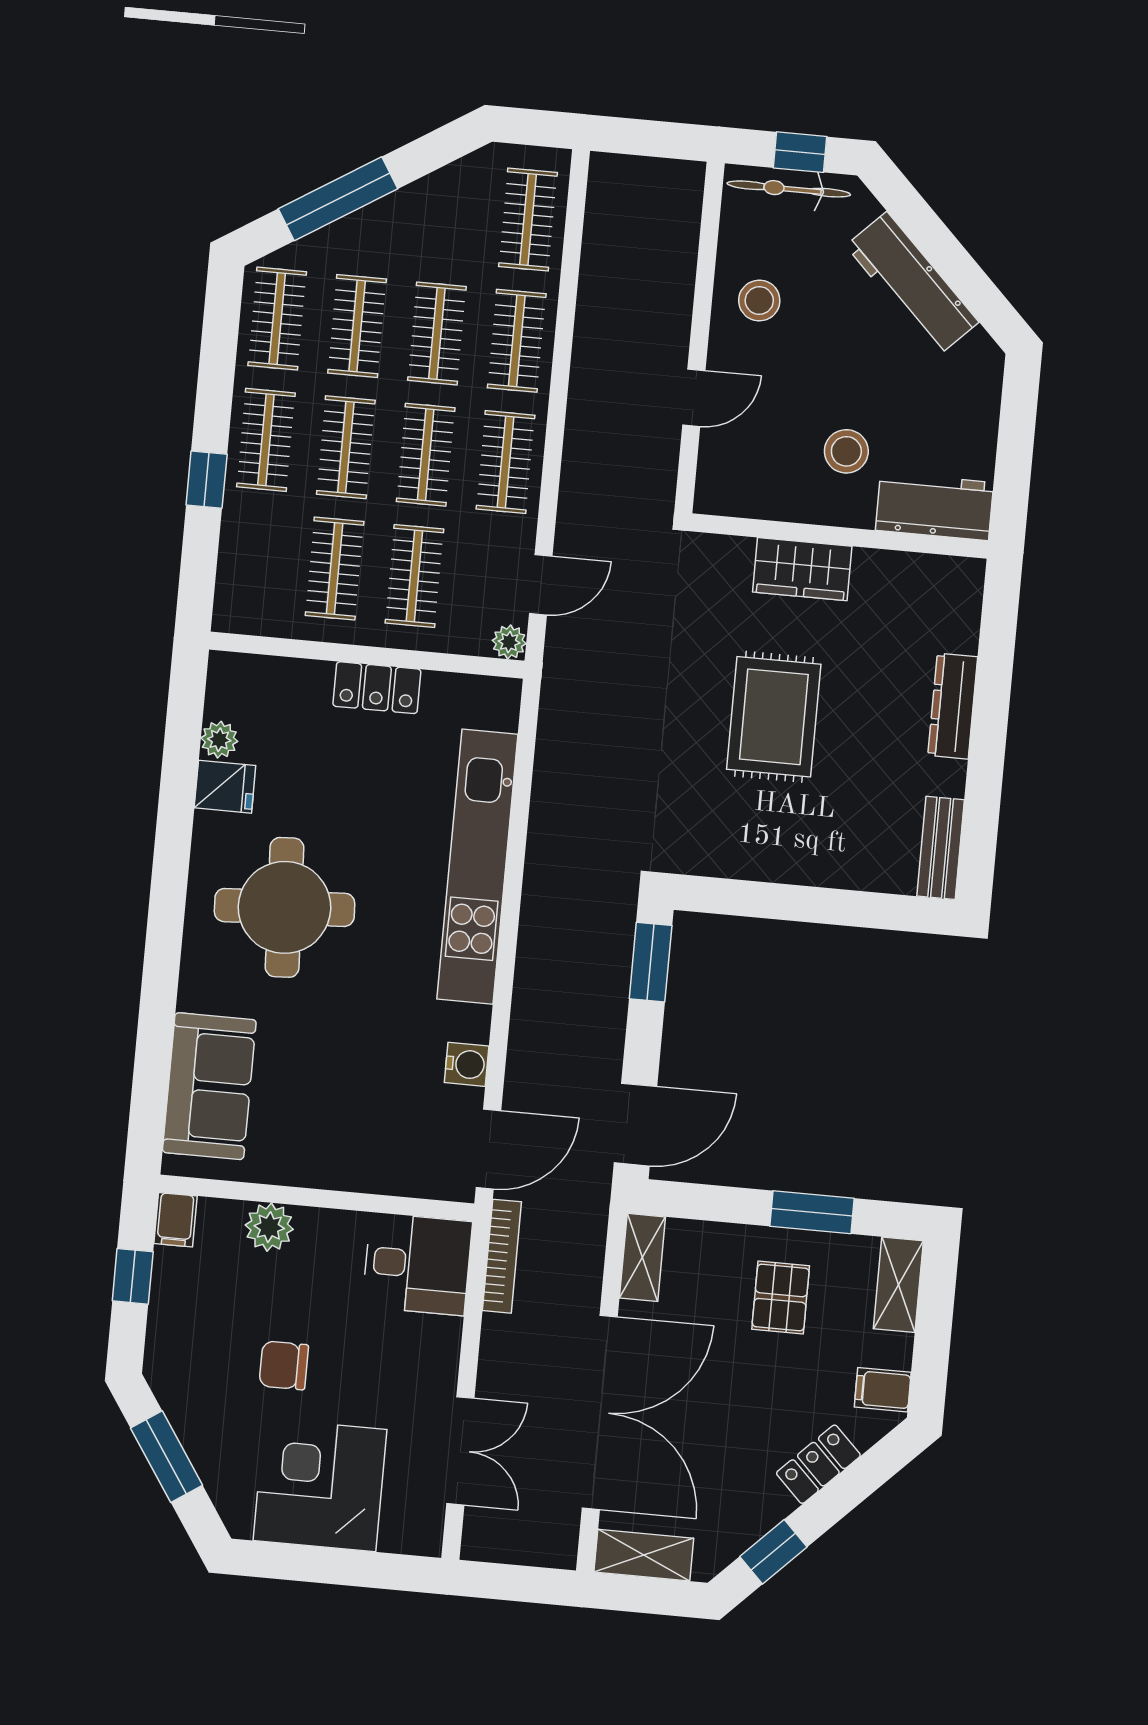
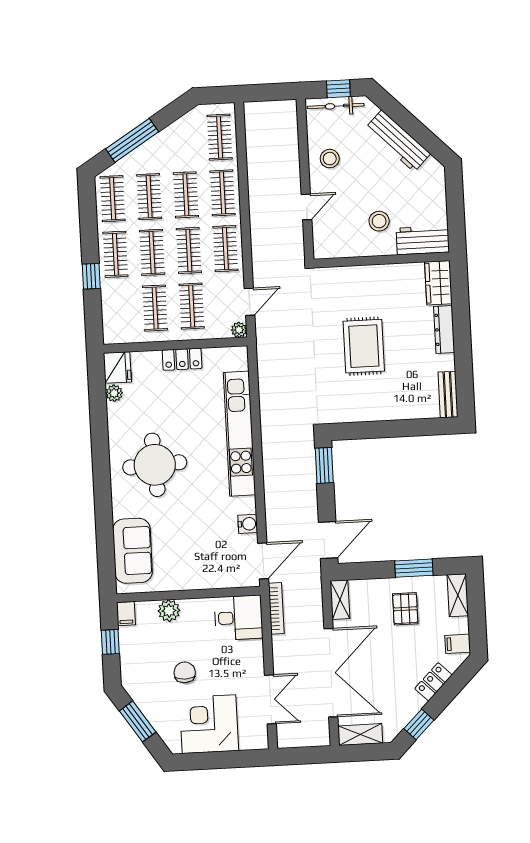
wardrobe: (802, 569) -> (438, 283), moved, turned 90
fridge: (225, 787) -> (117, 368), moved, width x1.38
chair: (284, 1365) -> (185, 672), turned 90

